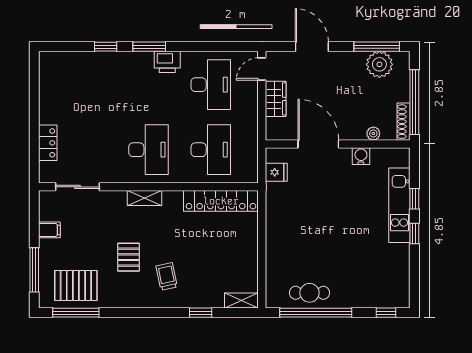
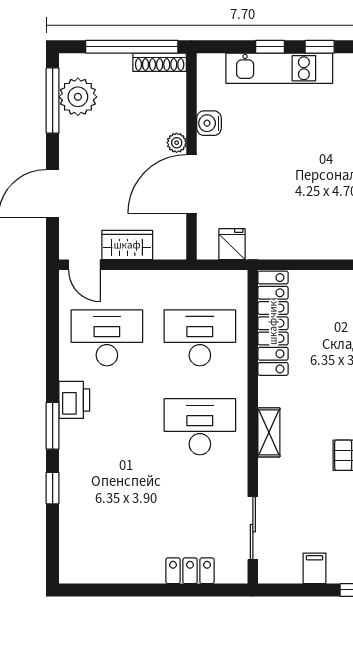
plant: (373, 133) -> (177, 143), moved

